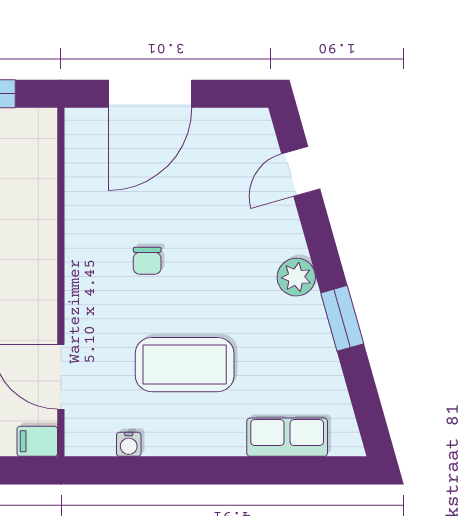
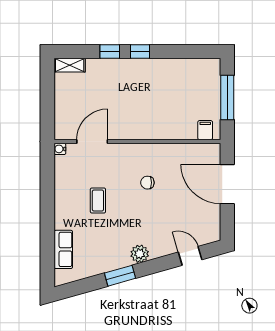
coffee table: (185, 365) -> (98, 200), width x0.54, depth x0.58
filing cabinet: (37, 441) -> (205, 130), moved
water cooler: (129, 444) -> (60, 149), moved

